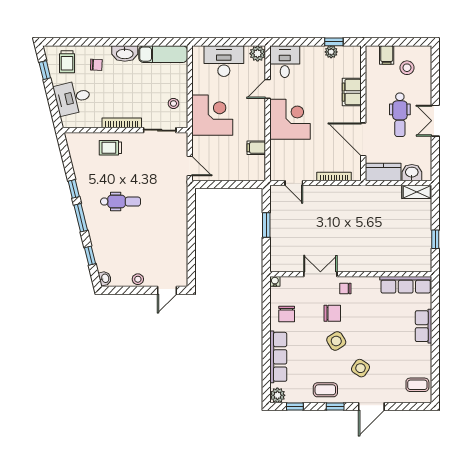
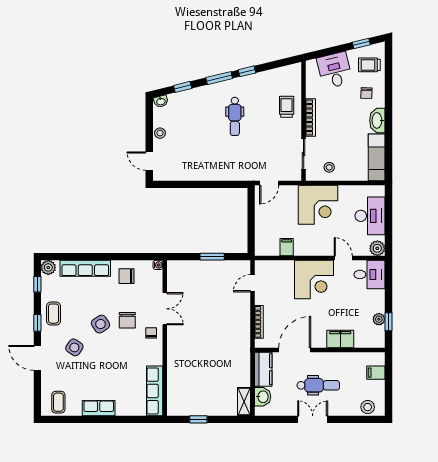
stool: (407, 68) -> (368, 407), moved
dental chair: (400, 115) -> (318, 385), turned 180
row of seats: (424, 326) -> (99, 408), moved

